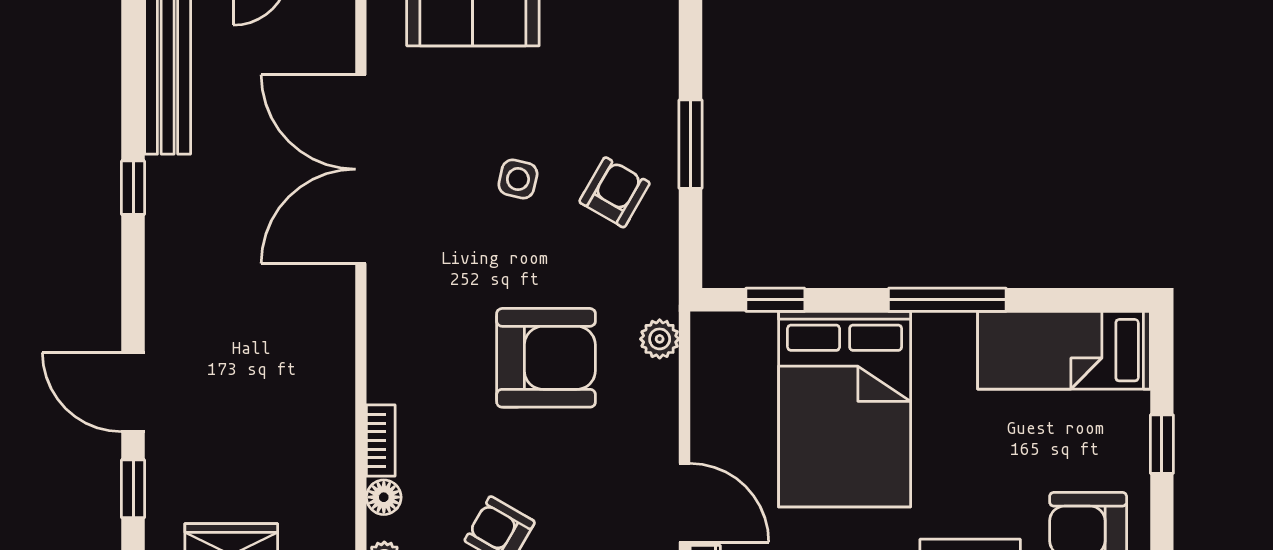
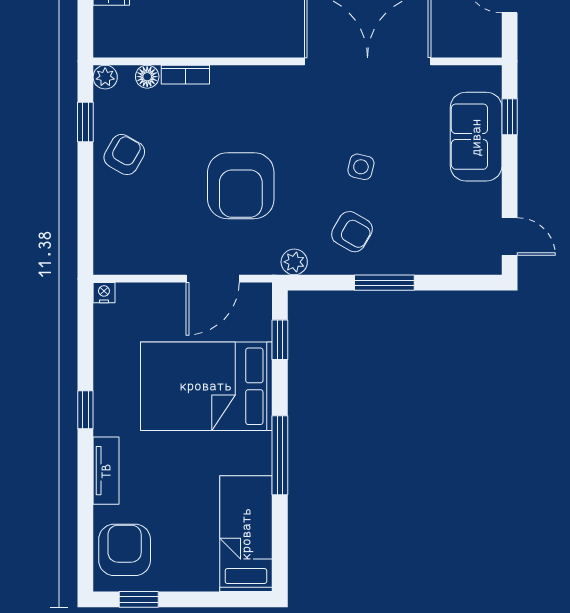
plant: (660, 339) -> (294, 262), moved
window: (1162, 444) -> (139, 599), moved
door: (684, 503) -> (213, 279), moved

